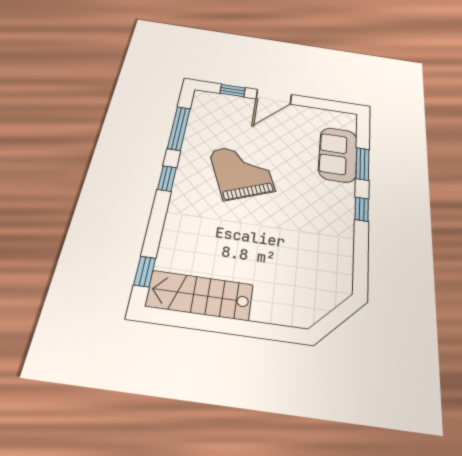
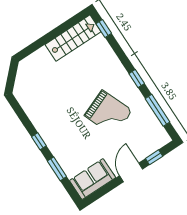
sofa: (338, 155) -> (93, 179), moved, turned -90

